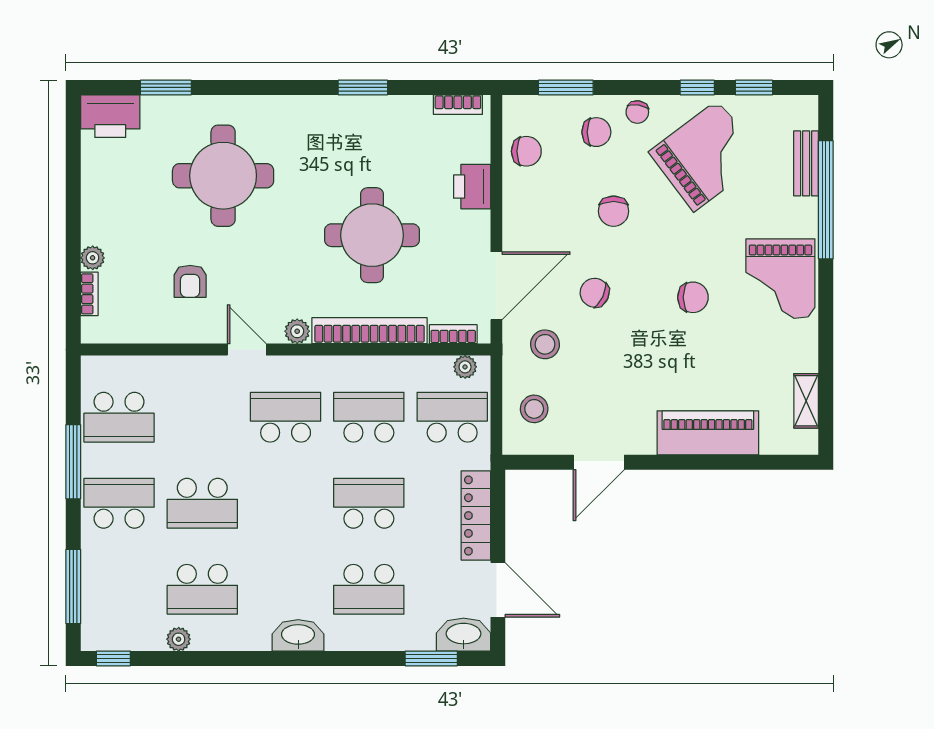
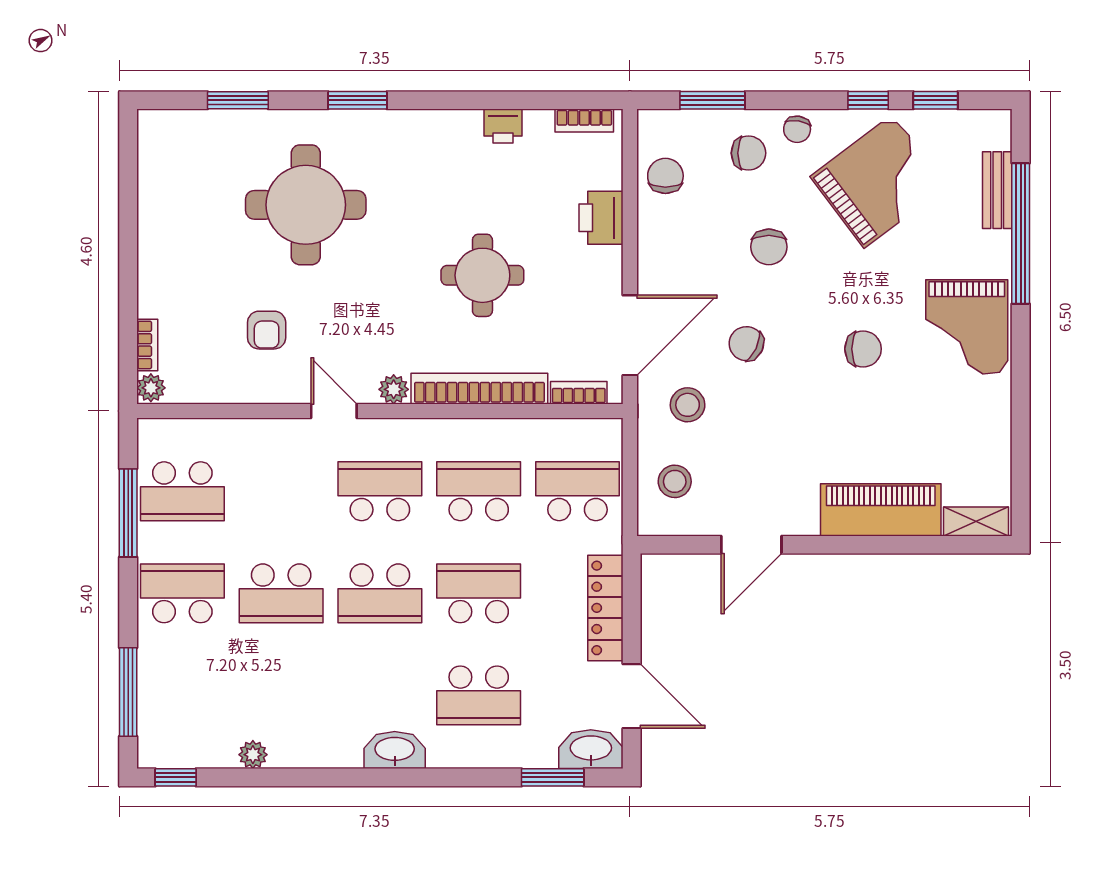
window: (363, 87) -> (358, 100), moved
printer: (110, 116) -> (503, 126), moved, width x0.53, depth x0.68
chair: (526, 151) -> (665, 176), turned -90
round table: (372, 235) -> (482, 275), width x0.73, depth x0.73
plant: (93, 258) -> (151, 388), moved
plant: (465, 367) -> (593, 432), removed
shelving: (806, 401) -> (976, 521), moved, turned 90
window: (73, 462) -> (128, 513), moved
school desk: (202, 589) -> (380, 593), moved

